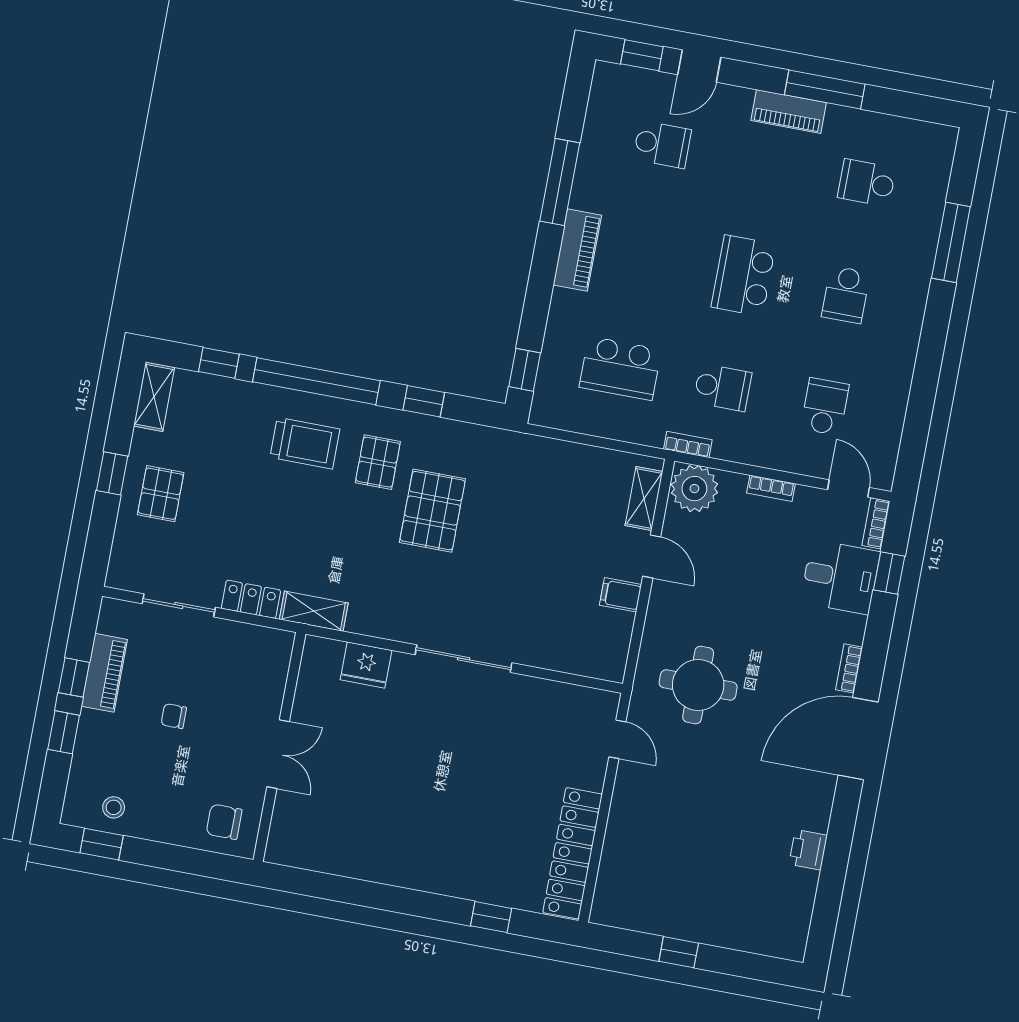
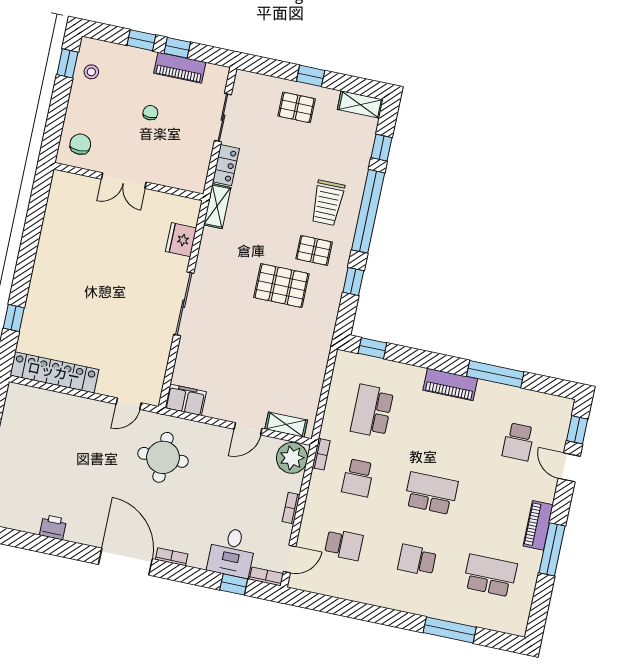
school desk: (867, 183) -> (490, 576), width x1.85
filing cabinet: (621, 595) -> (186, 400), moved, width x2.00

